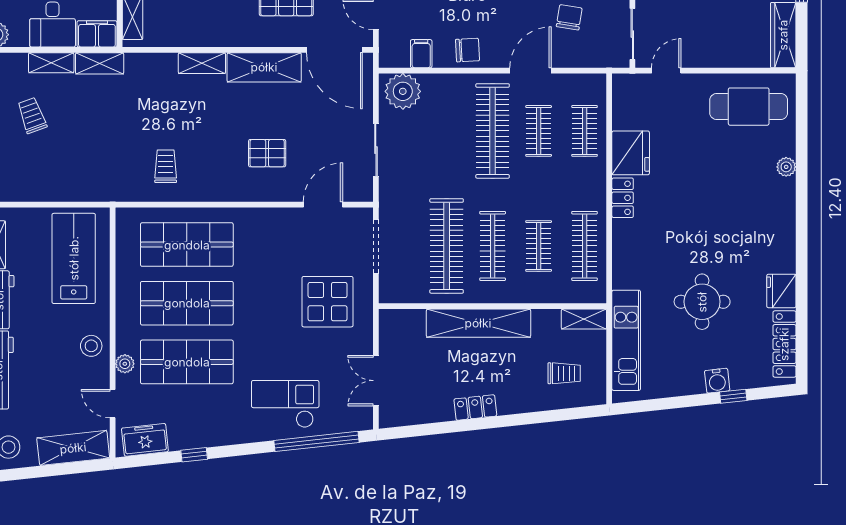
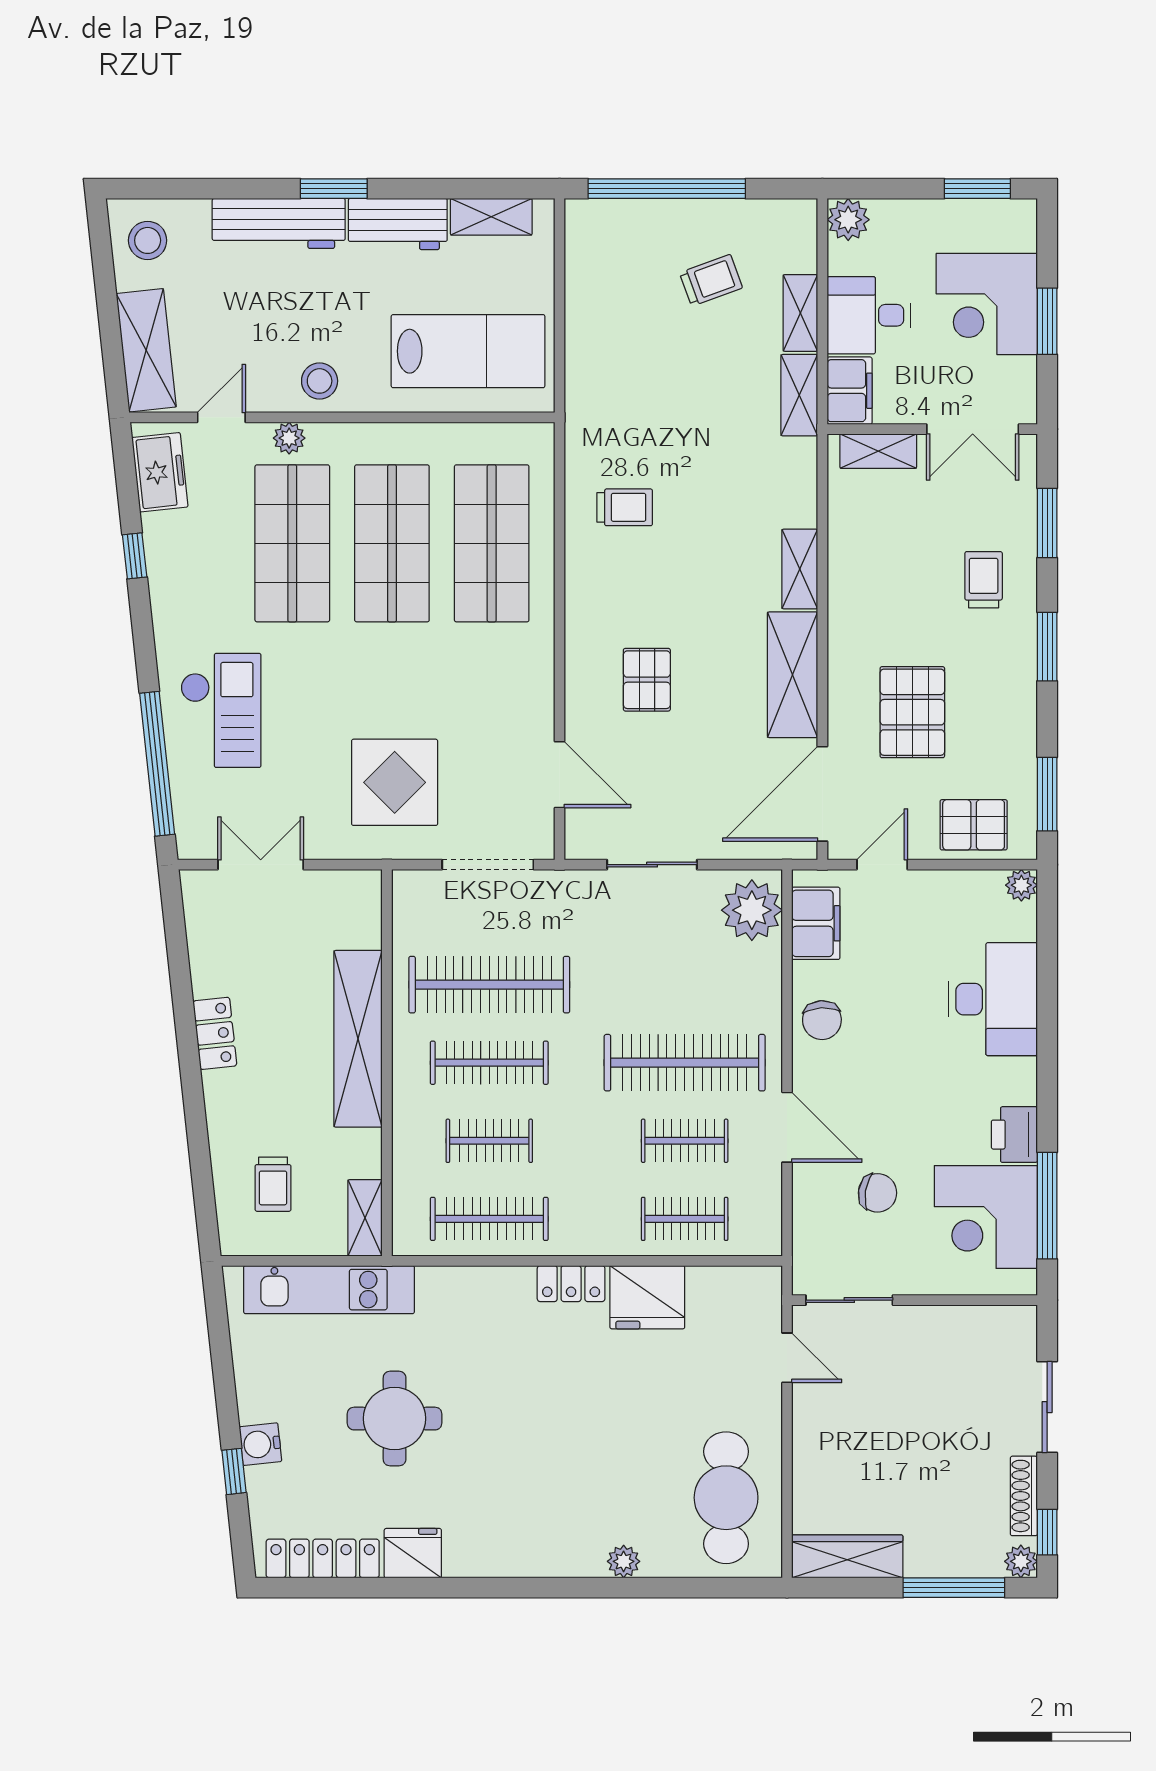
filing cabinet: (421, 54) -> (816, 923), width x2.00

